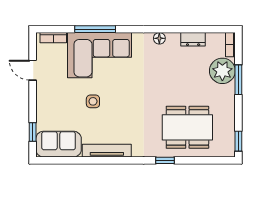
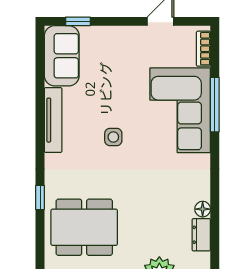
floor lamp: (159, 38) -> (203, 209), moved
side table: (93, 101) -> (113, 137), moved
dining table: (187, 127) -> (84, 227), turned 90

